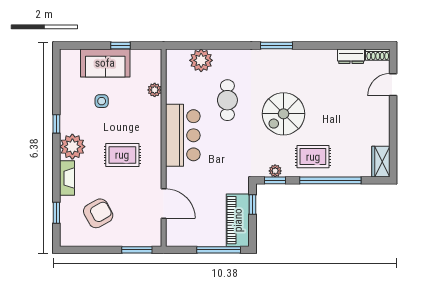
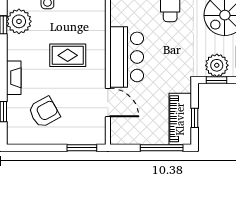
bar counter: (183, 135) -> (127, 57), moved
plant: (72, 147) -> (19, 21), moved
plant: (275, 171) -> (217, 65), width x1.88, depth x1.88
window: (253, 205) -> (195, 118), moved

